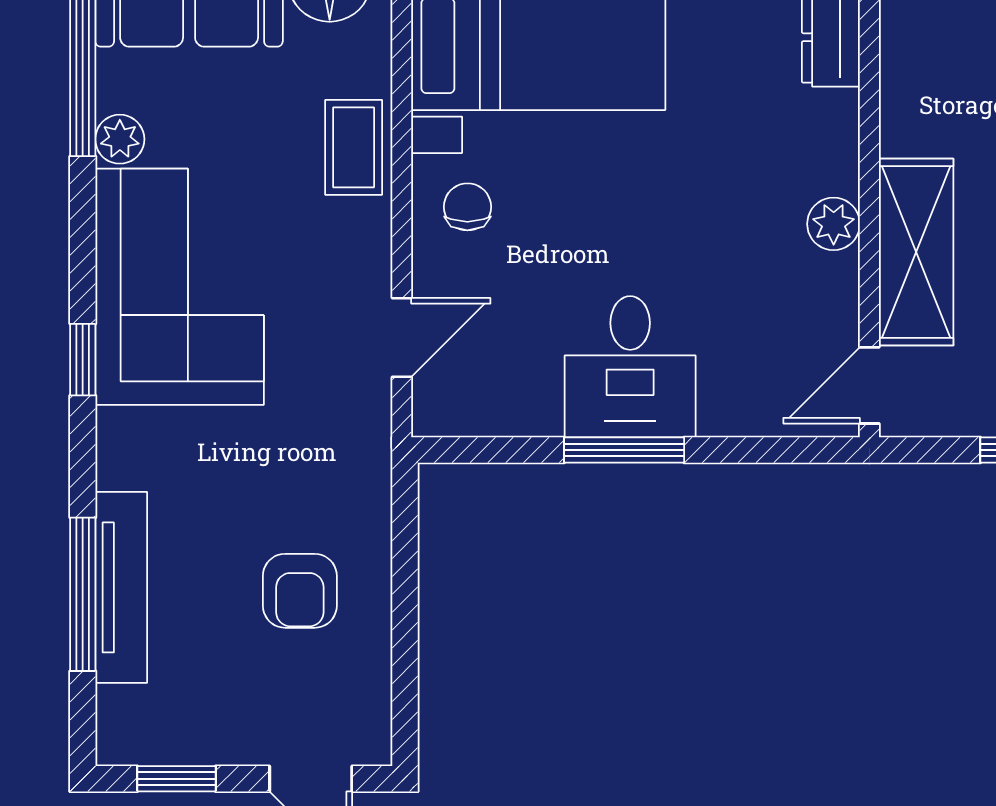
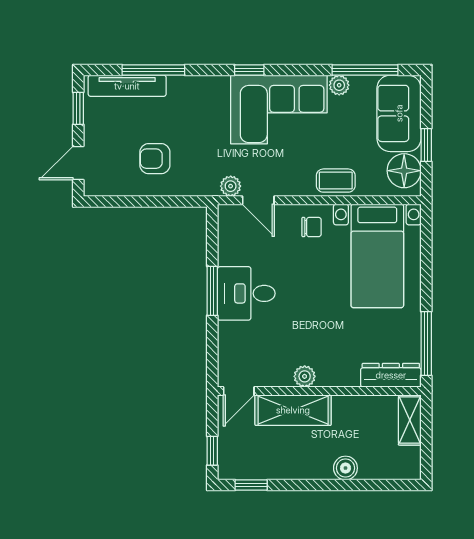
door: (869, 385) -> (239, 391), swing flipped
plant: (367, 405) -> (231, 186), added
tv unit: (121, 587) -> (127, 86), moved

